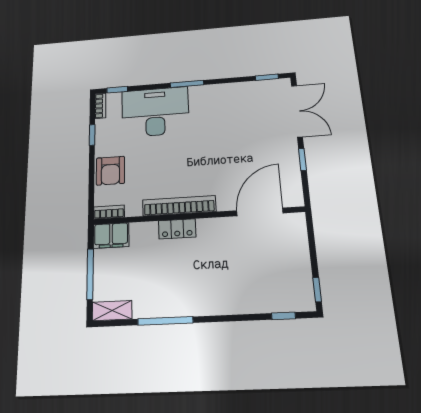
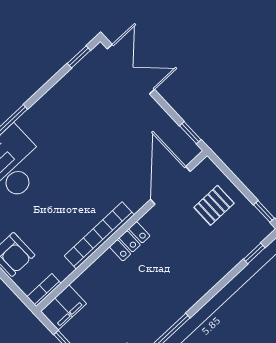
window: (302, 159) -> (190, 133), moved
locker: (177, 229) -> (130, 241), moved
pallet: (281, 253) -> (214, 205), added

